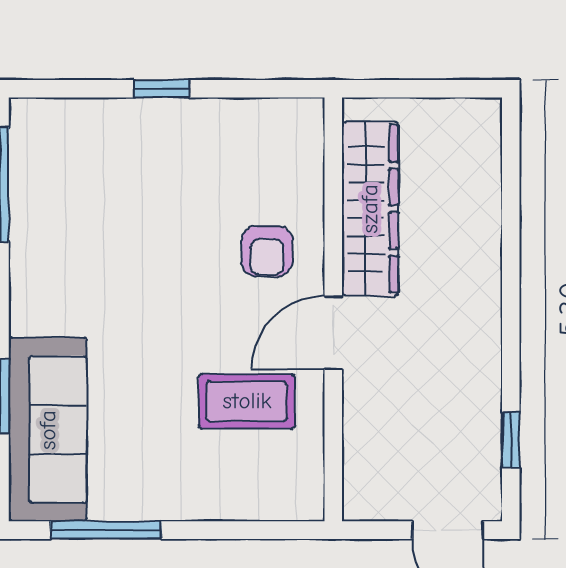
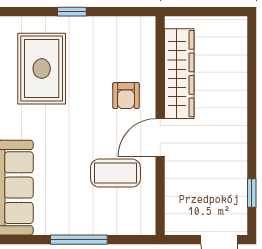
rug: (104, 199) -> (42, 69), added
window: (106, 530) -> (79, 240), moved

